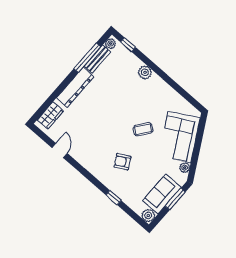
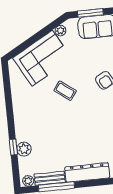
window: (128, 45) -> (13, 147), moved
plant: (145, 72) -> (24, 149), moved

